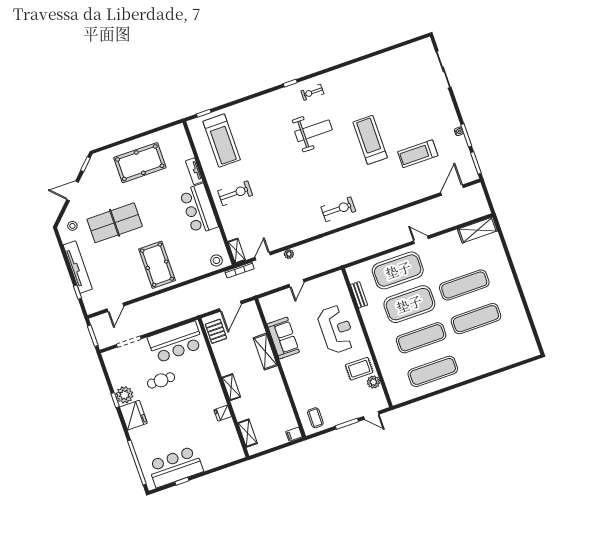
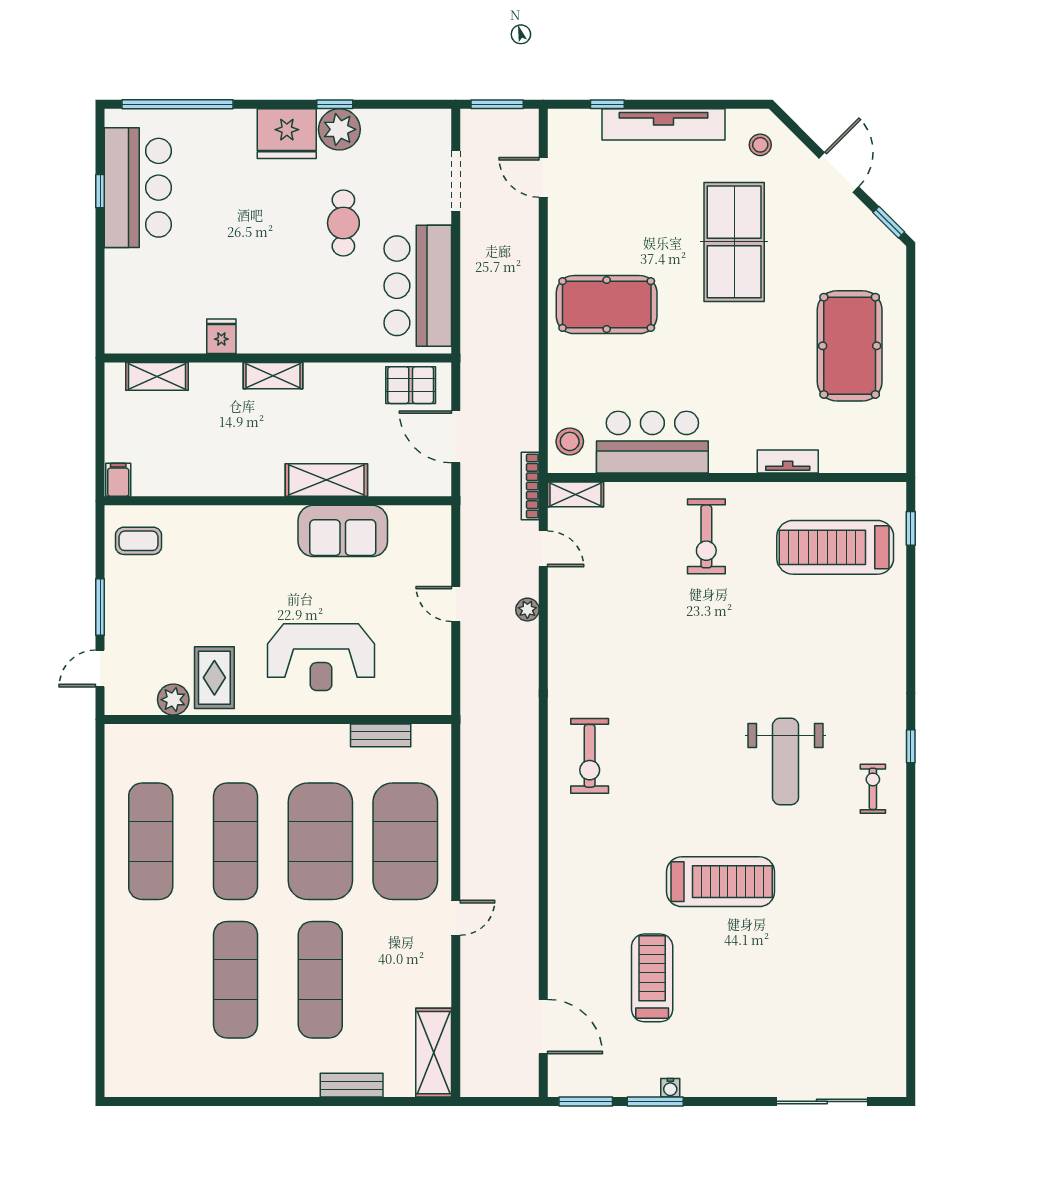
bar counter: (199, 209) -> (652, 442), moved
bench: (502, 258) -> (352, 1085), added

